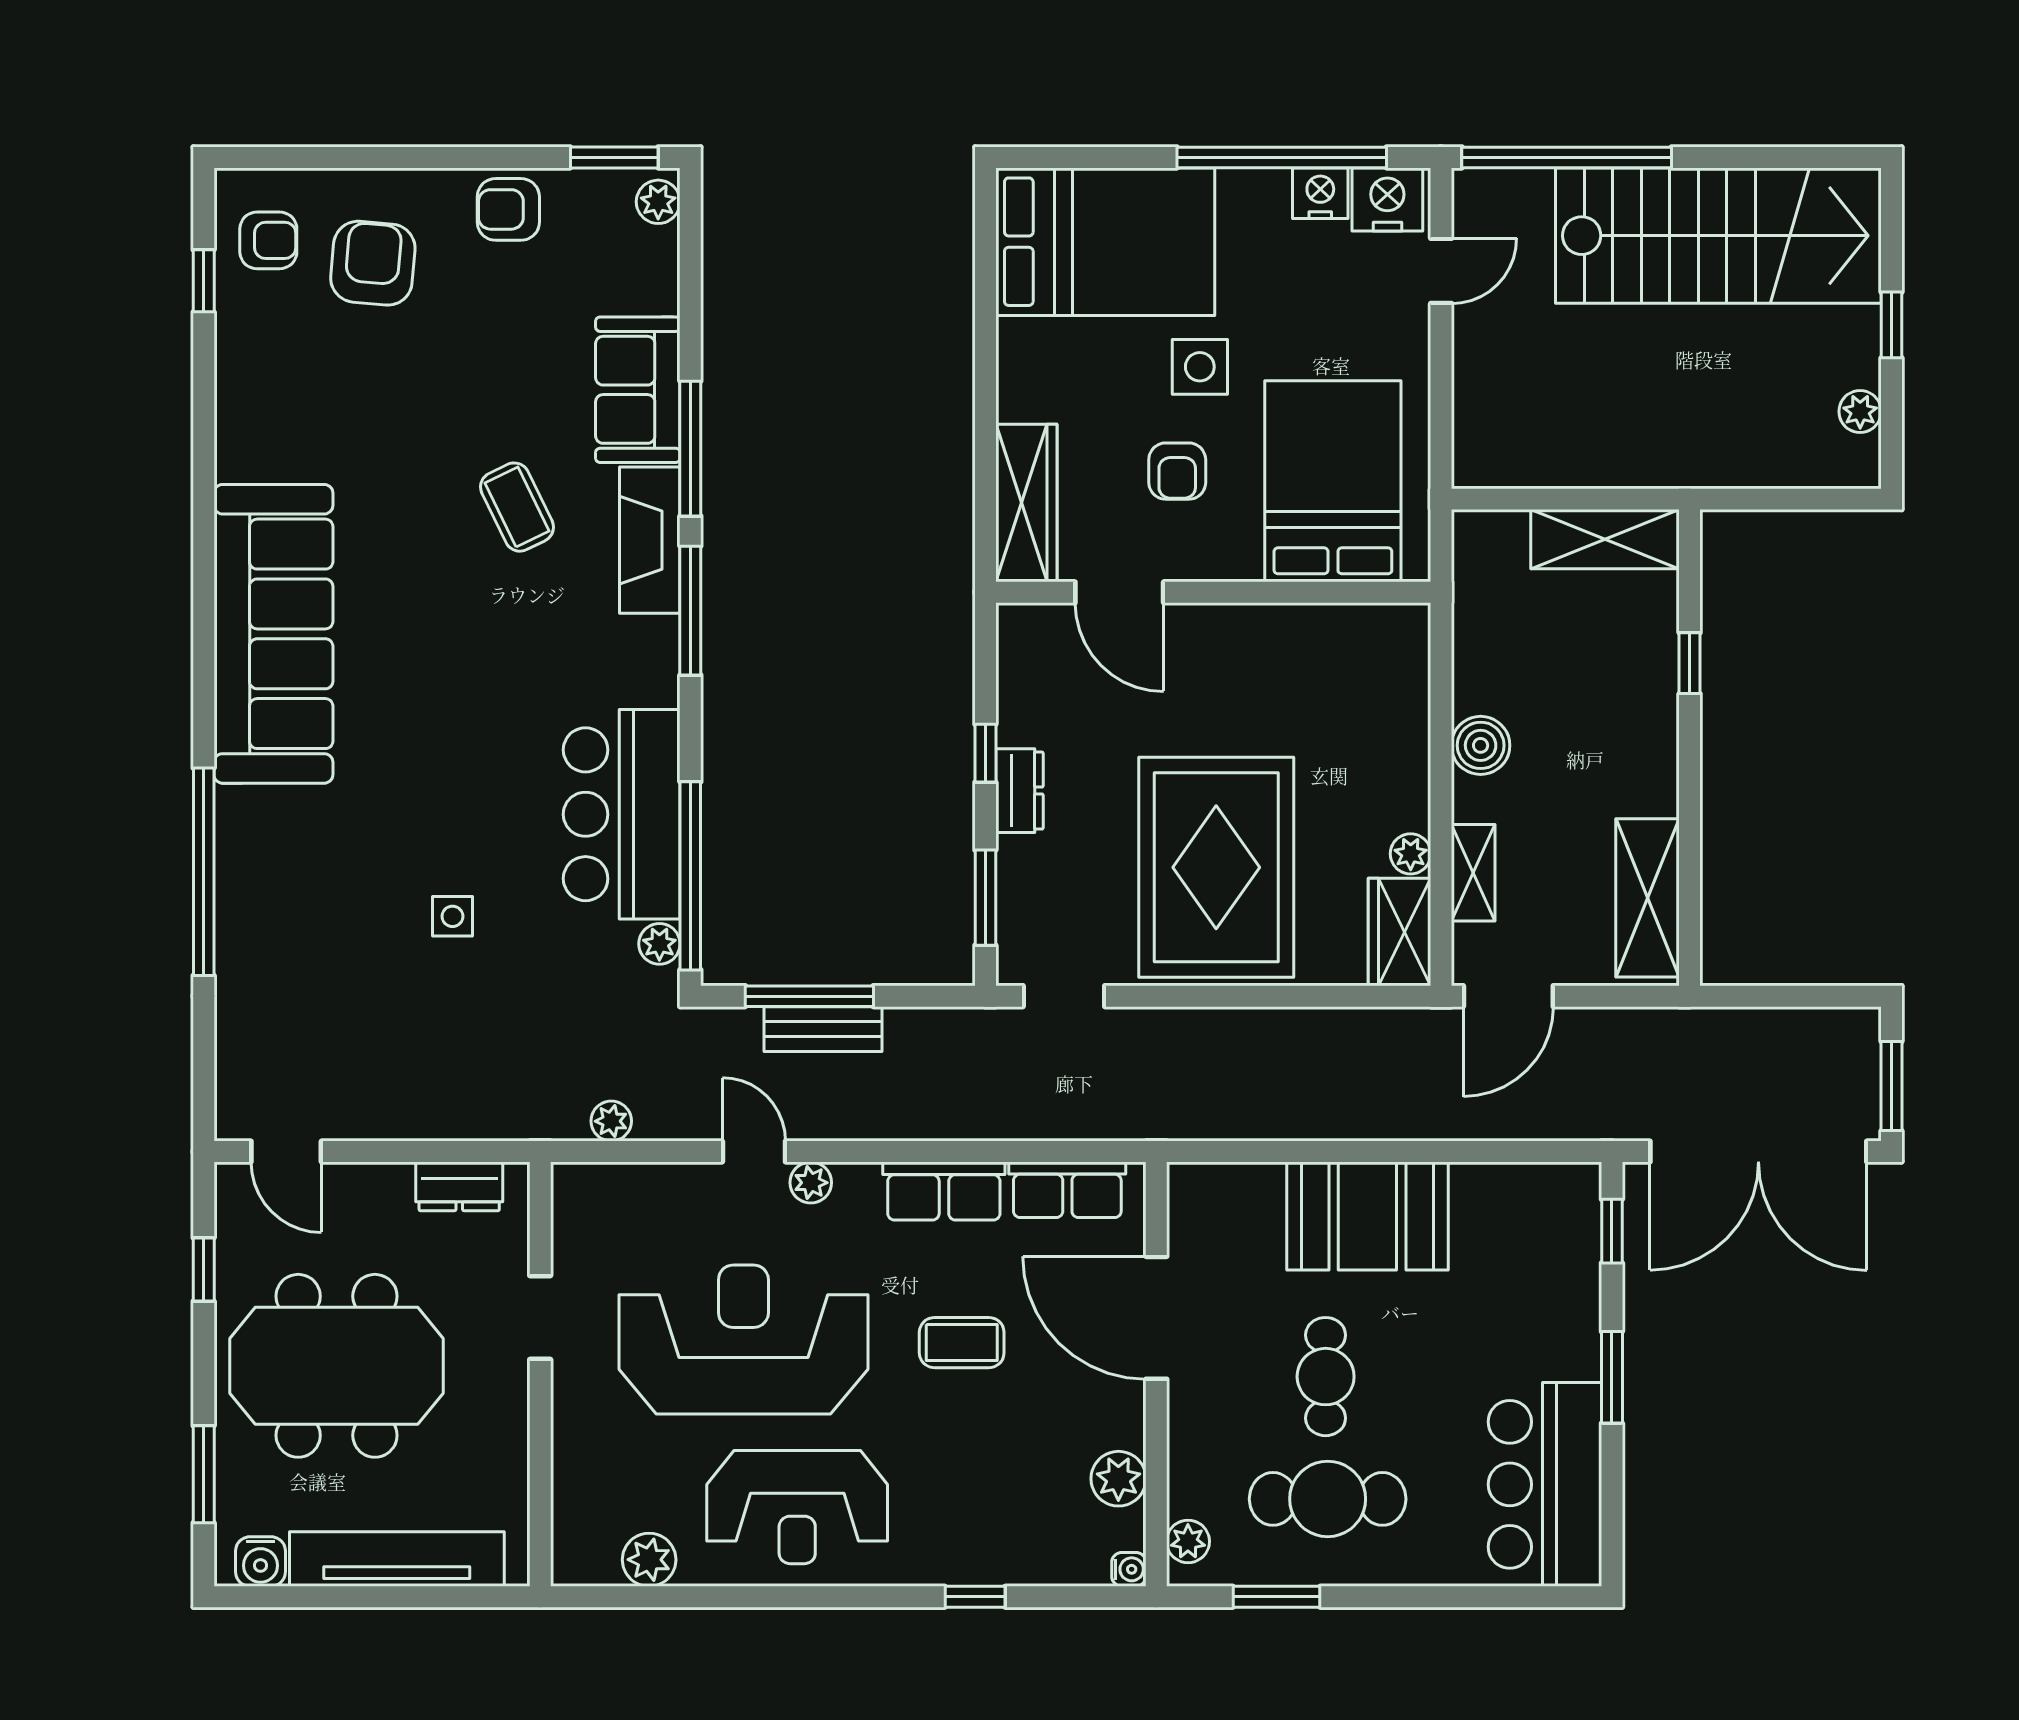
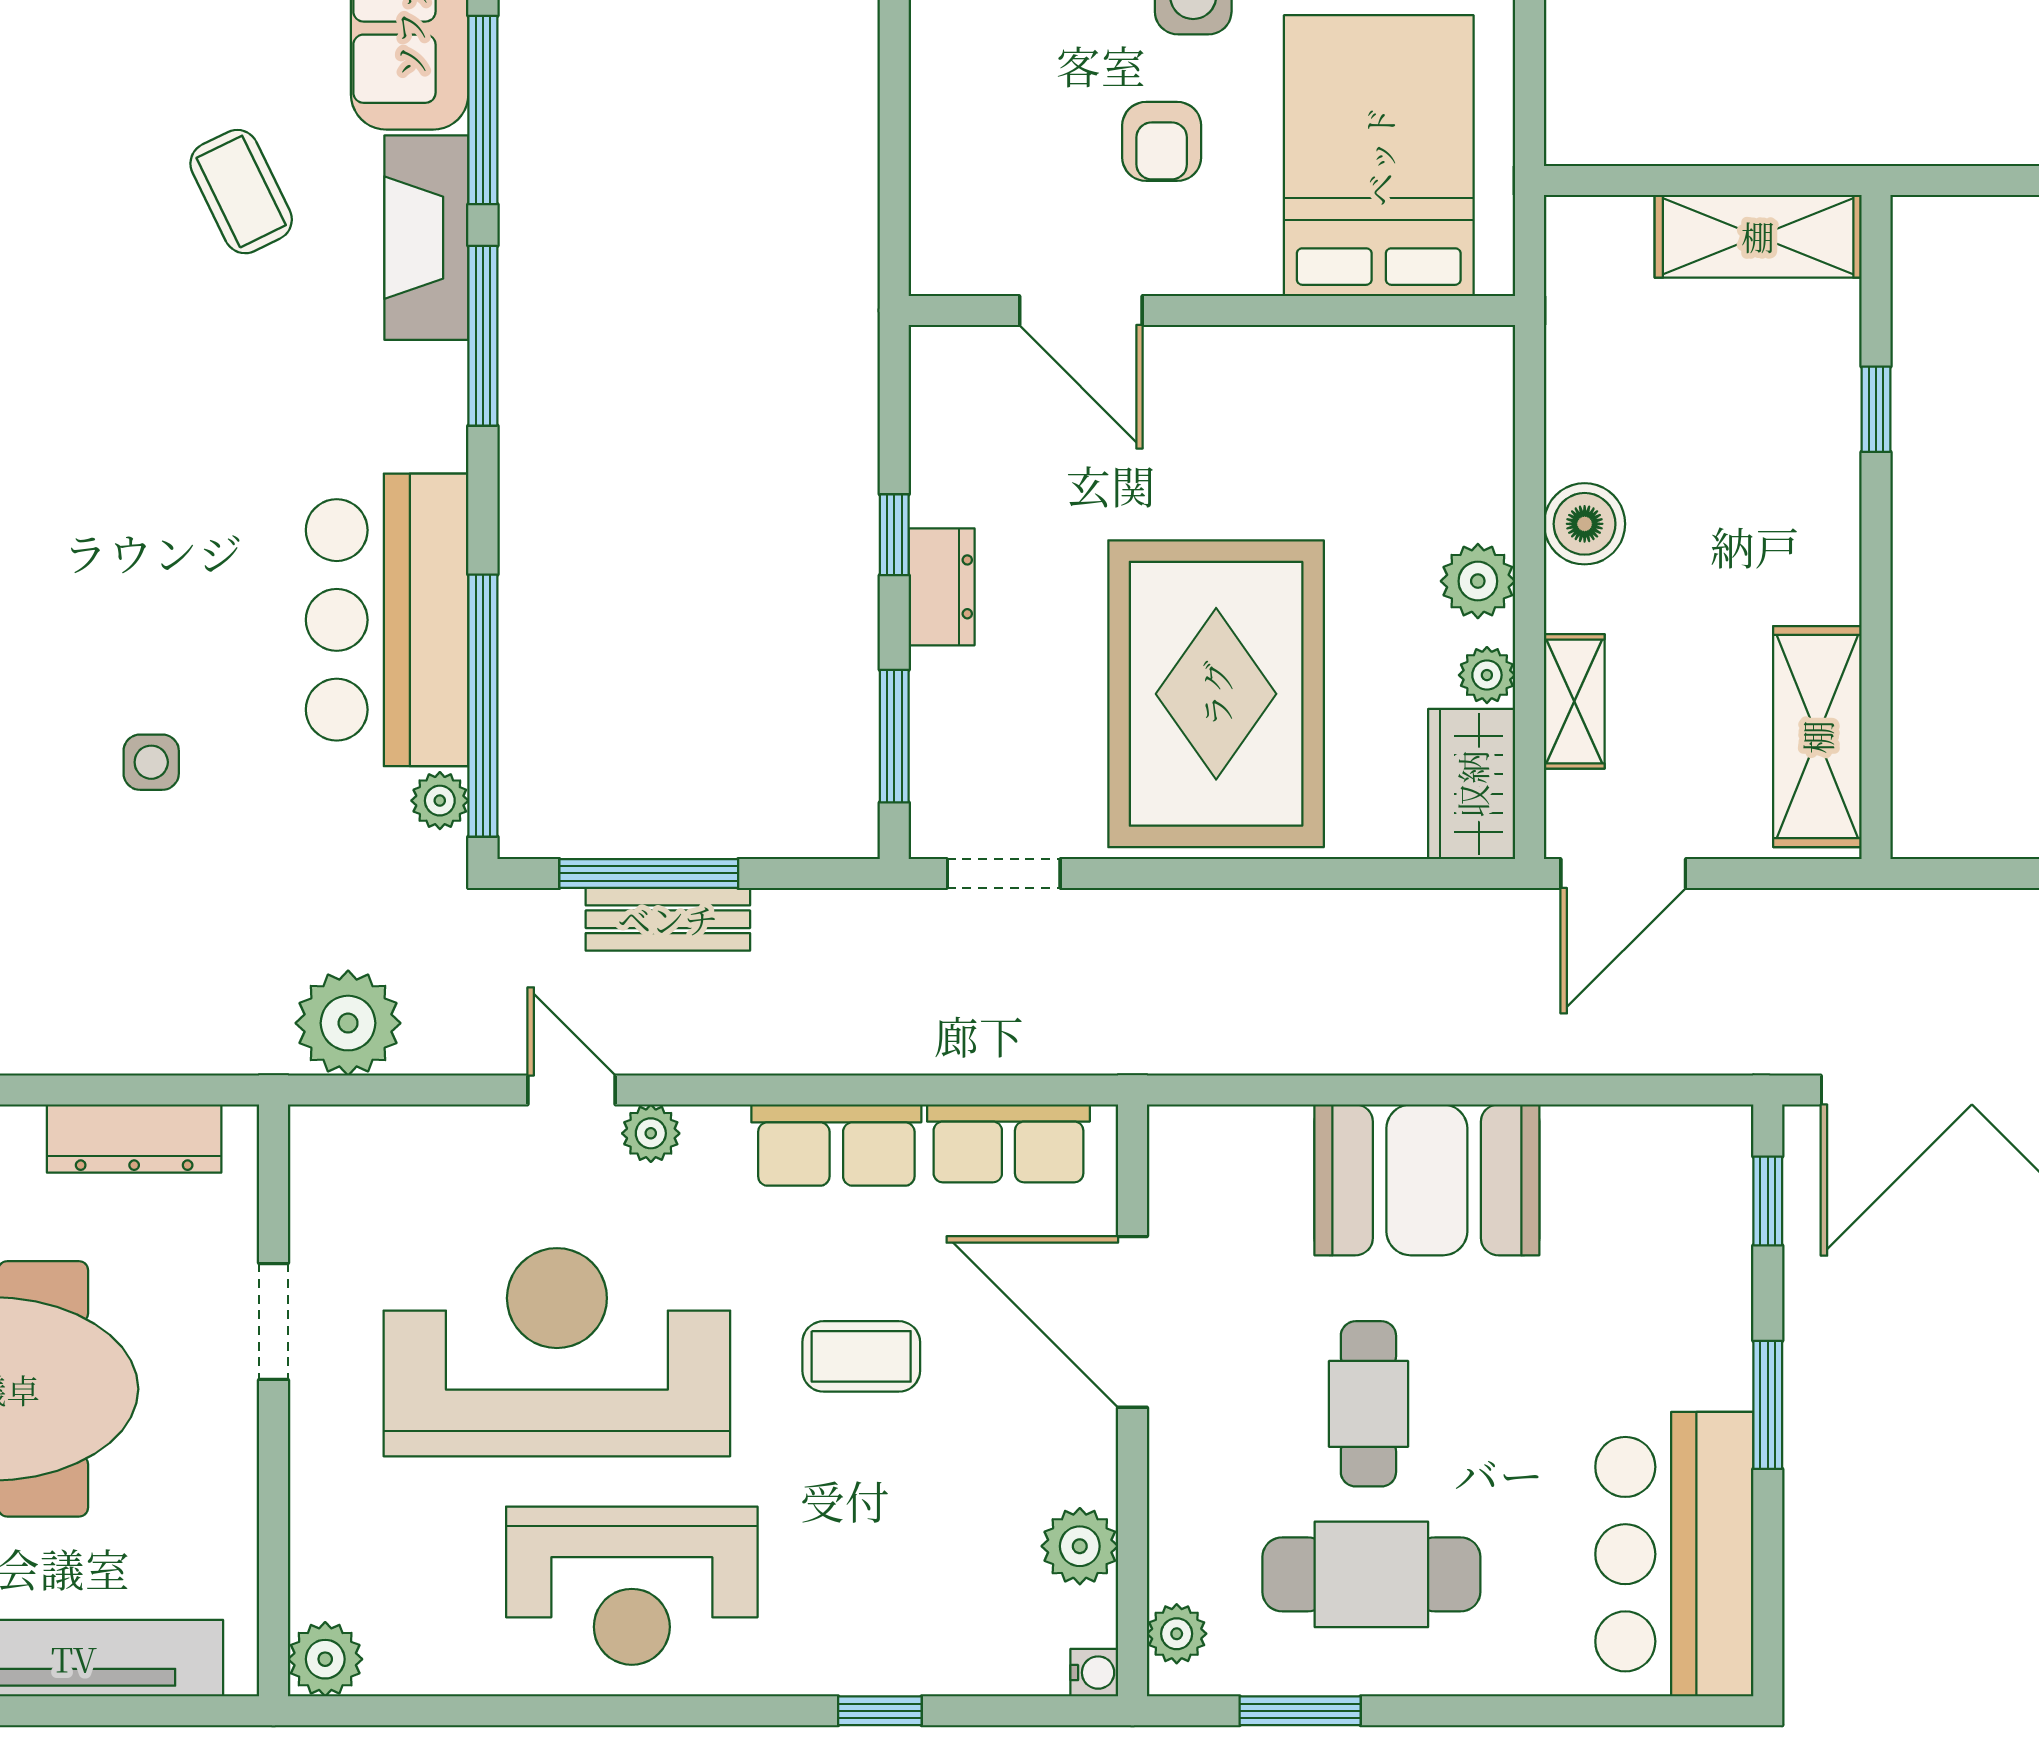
wardrobe: (1026, 503) -> (951, 186), removed
plant: (1404, 786) -> (1478, 581), added
plant: (611, 1121) -> (348, 1023), width x1.87, depth x1.87
dresser: (459, 1186) -> (134, 1139), width x1.44
plant: (649, 1560) -> (325, 1659), moved

